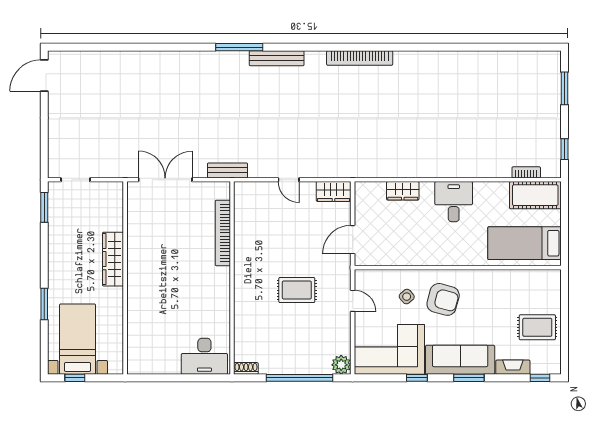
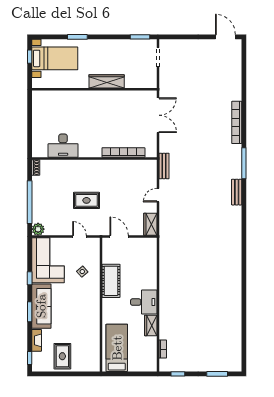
bench: (277, 58) -> (237, 192), width x0.73
bookcase: (360, 58) -> (237, 122), moved
bench: (227, 170) -> (164, 166), moved
wardrobe: (403, 191) -> (151, 325), moved
cot: (535, 195) -> (111, 281), moved
rug: (297, 290) -> (86, 200), turned 90
armchair: (443, 299) -> (80, 295), removed
door: (353, 301) -> (79, 237), swing flipped
desk: (204, 356) -> (63, 146), moved, turned -90

